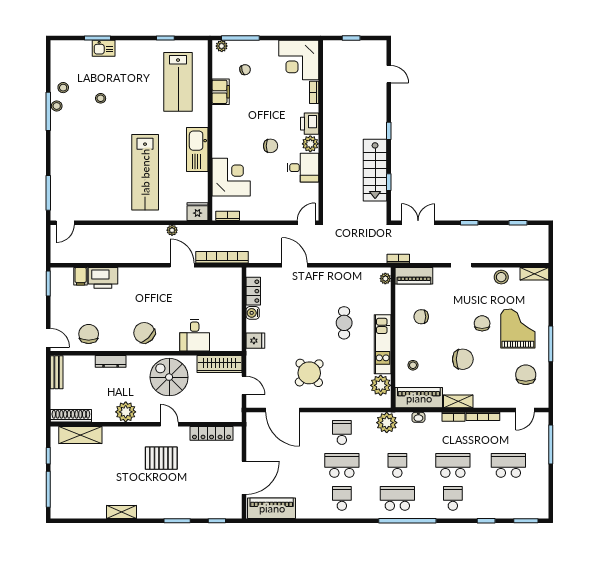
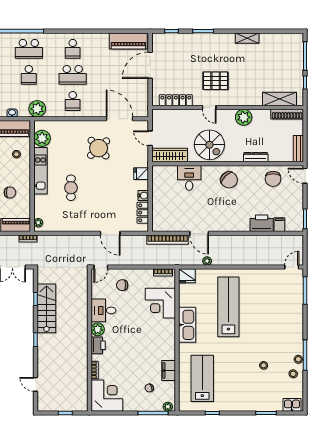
kitchen sink: (104, 48) -> (292, 405), moved
chair: (271, 146) -> (122, 285), moved

